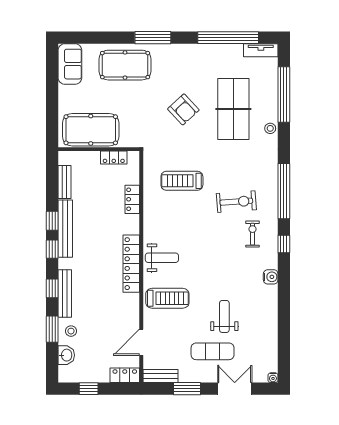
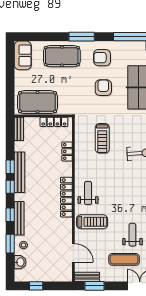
armchair: (182, 67) -> (102, 58), added
armchair: (183, 109) -> (103, 88), turned -137
locker: (114, 158) -> (54, 122), width x1.53
treadmill: (182, 181) -> (102, 138), turned -90
bench: (64, 182) -> (19, 129), moved
weight bench: (162, 258) -> (88, 193), turned -90
door: (141, 342) -> (73, 253), swing flipped
locker: (125, 375) -> (62, 276), removed
window: (187, 389) -> (95, 286), moved

